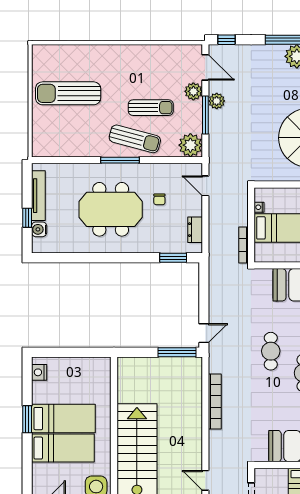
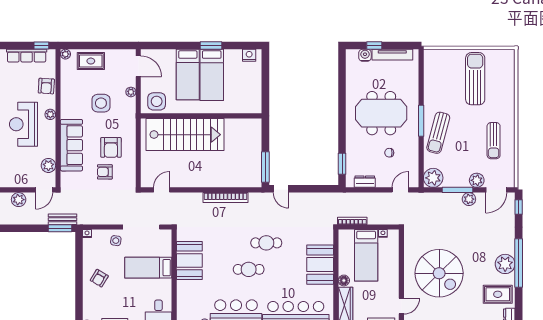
sun lounger: (151, 108) -> (494, 141), moved
meeting table: (111, 209) -> (381, 113), turned 90

